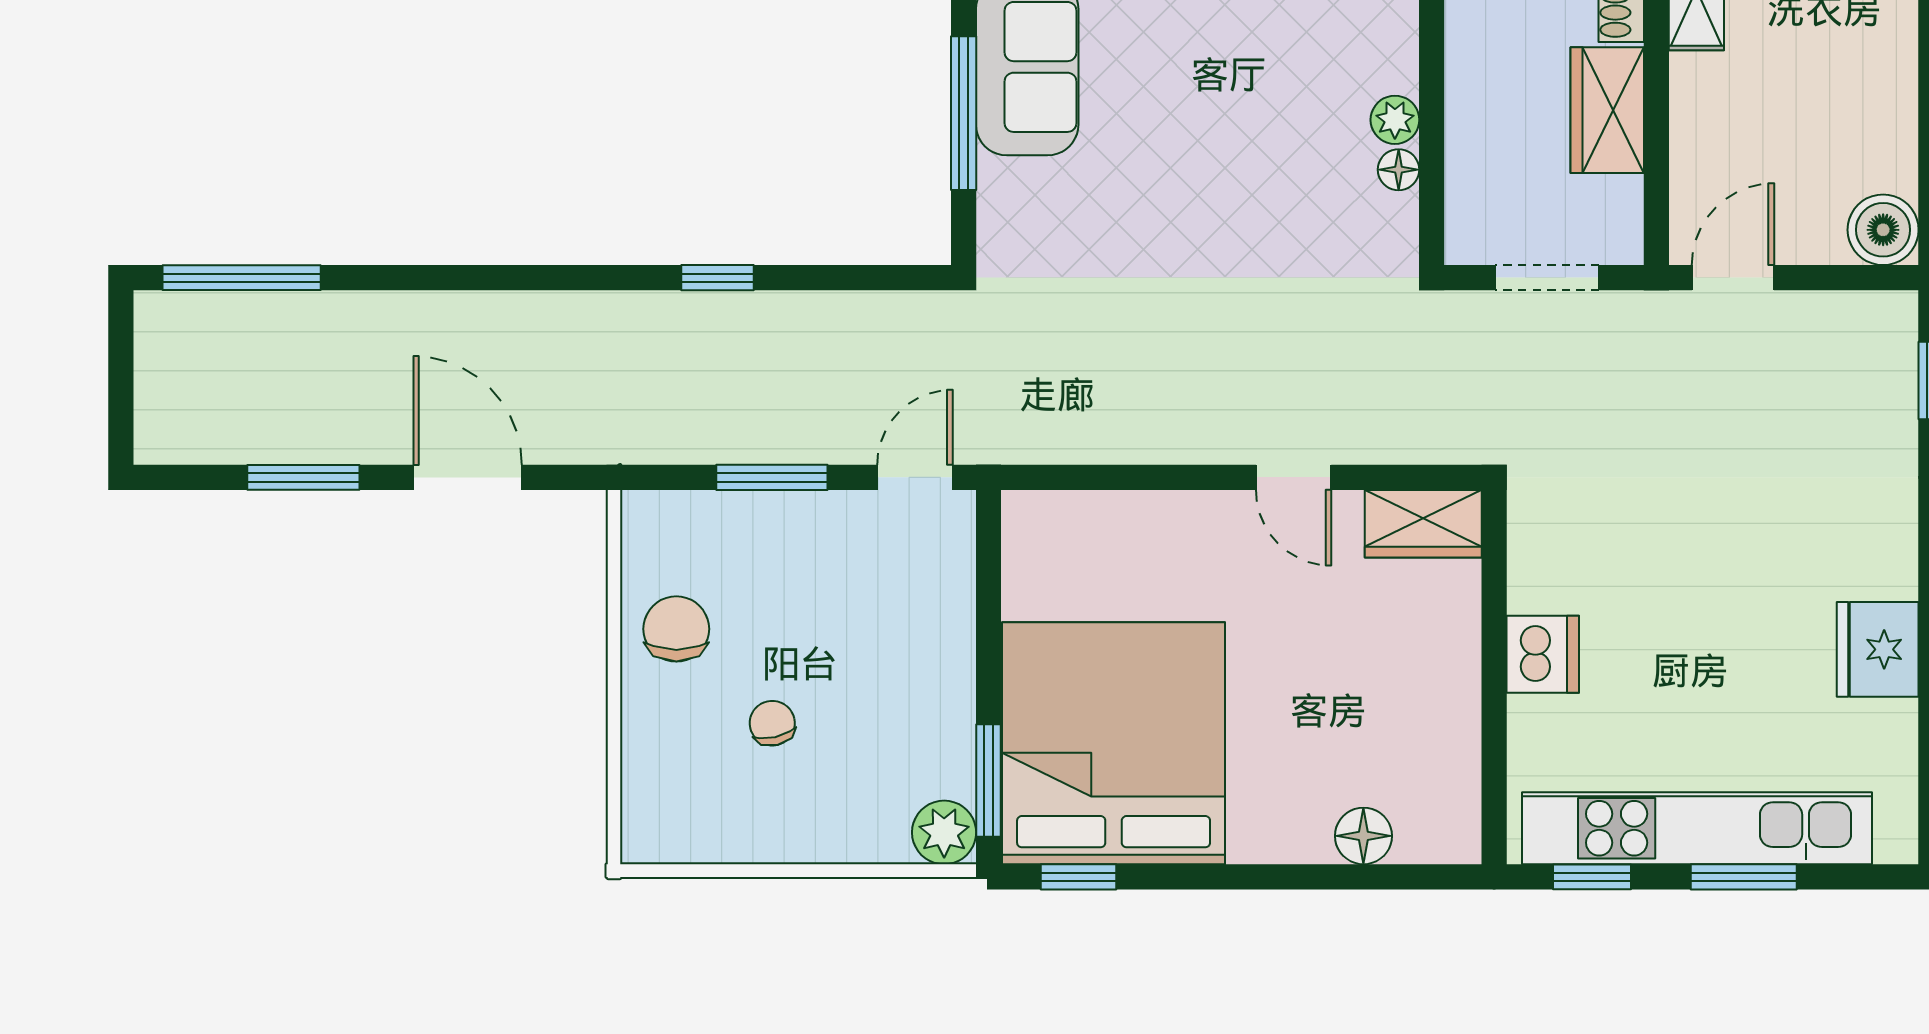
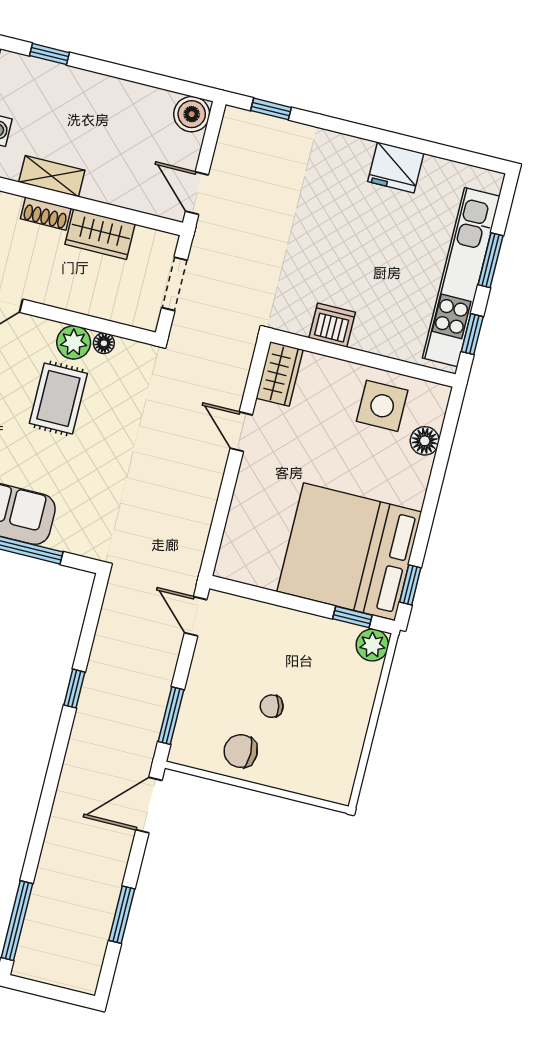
rug: (1270, 108) -> (58, 398), added
plant: (1395, 120) -> (74, 342), width x1.38, depth x1.38
door: (468, 477) -> (149, 805), moved
window: (772, 477) -> (171, 716), moved
door: (1294, 477) -> (241, 432), swing flipped
dishwasher: (1543, 654) -> (332, 325), moved
chair: (772, 723) -> (272, 706), moved
side table: (1411, 737) -> (382, 406), added
window: (988, 781) -> (352, 617), width x0.67

